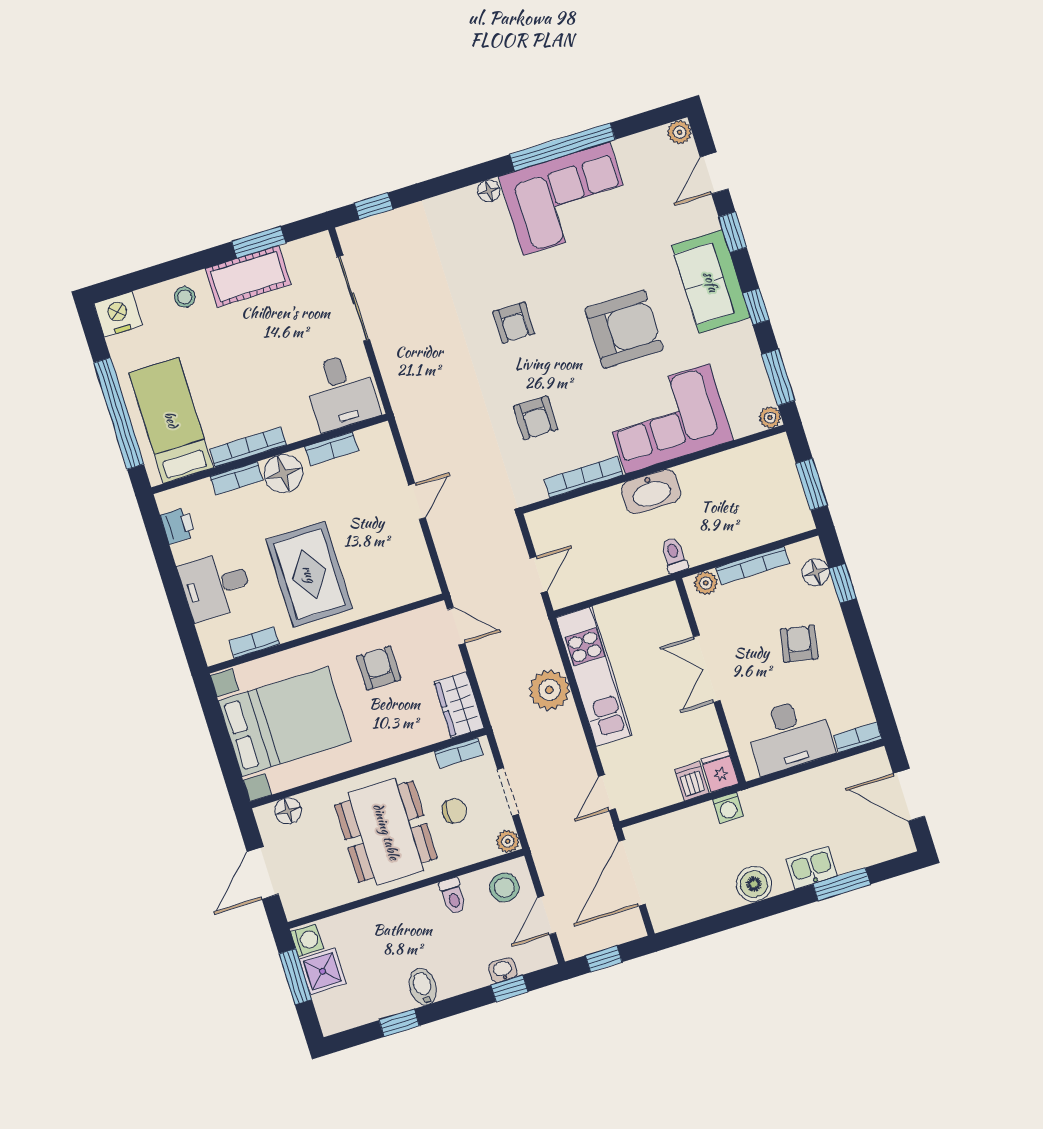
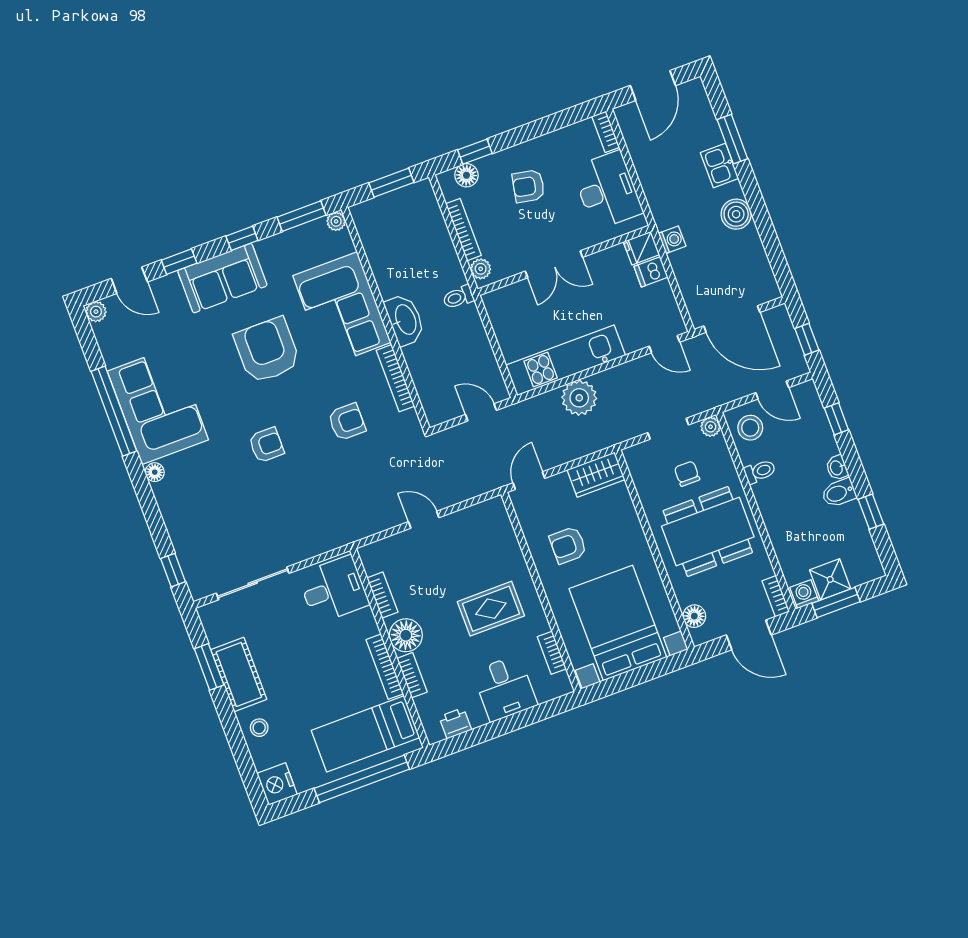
rug: (309, 574) -> (491, 609), width x0.73, depth x0.70
bookcase: (459, 753) -> (776, 596), moved, turned 180
washbasin: (503, 970) -> (837, 468), moved

